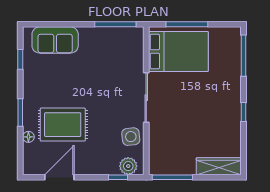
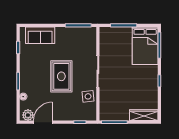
bed: (178, 52) -> (145, 46), moved, turned 90
rug: (63, 125) -> (61, 76), moved, turned 90
plant: (128, 166) -> (28, 115), moved

